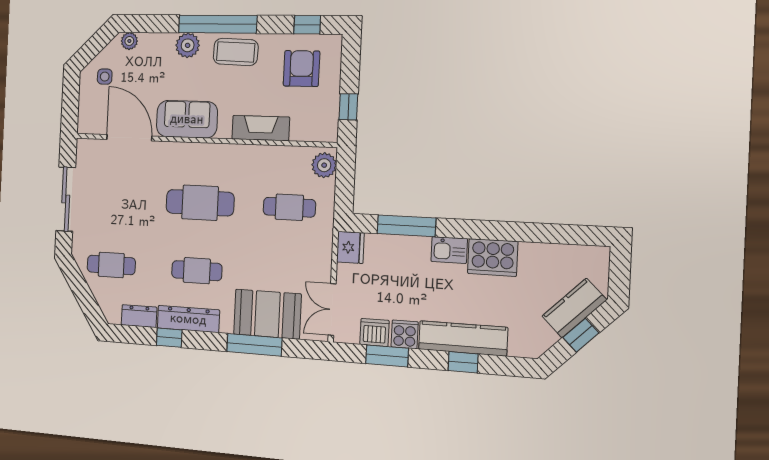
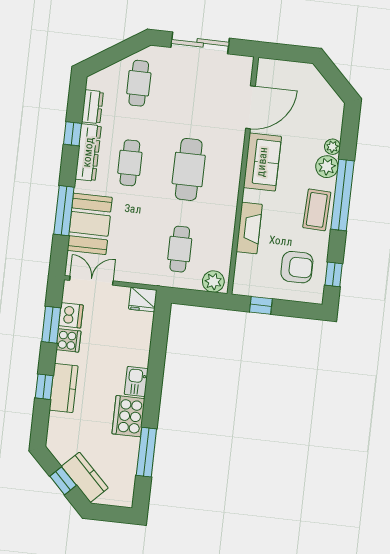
plant: (129, 41) -> (332, 147), moved
side table: (105, 77) -> (307, 87), removed
window: (406, 226) -> (146, 452), moved
kitchen counter: (463, 338) -> (64, 388), width x0.67

